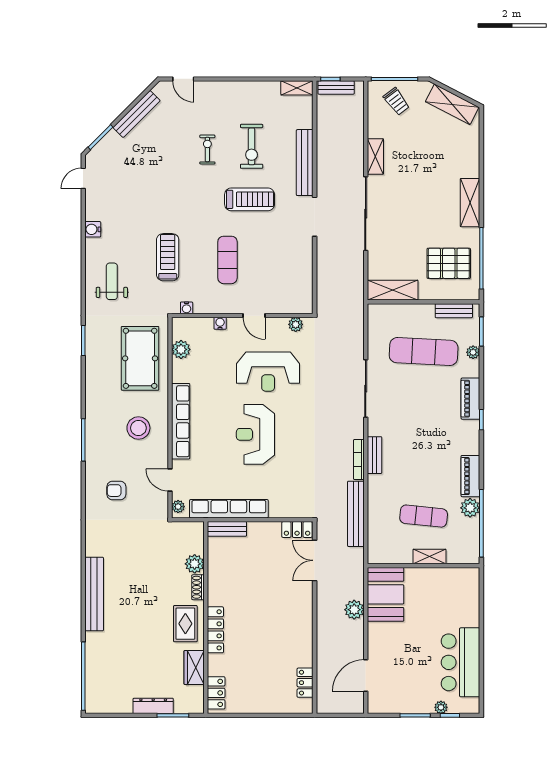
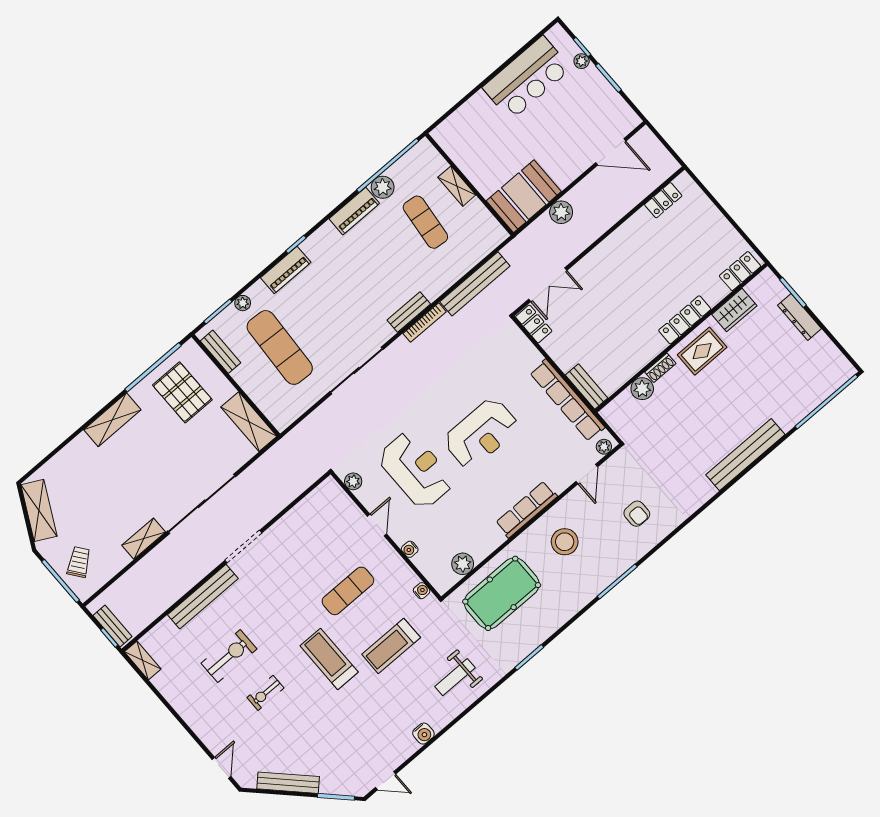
treadmill: (250, 199) -> (329, 659), moved
row of seats: (181, 421) -> (526, 509), width x0.73

